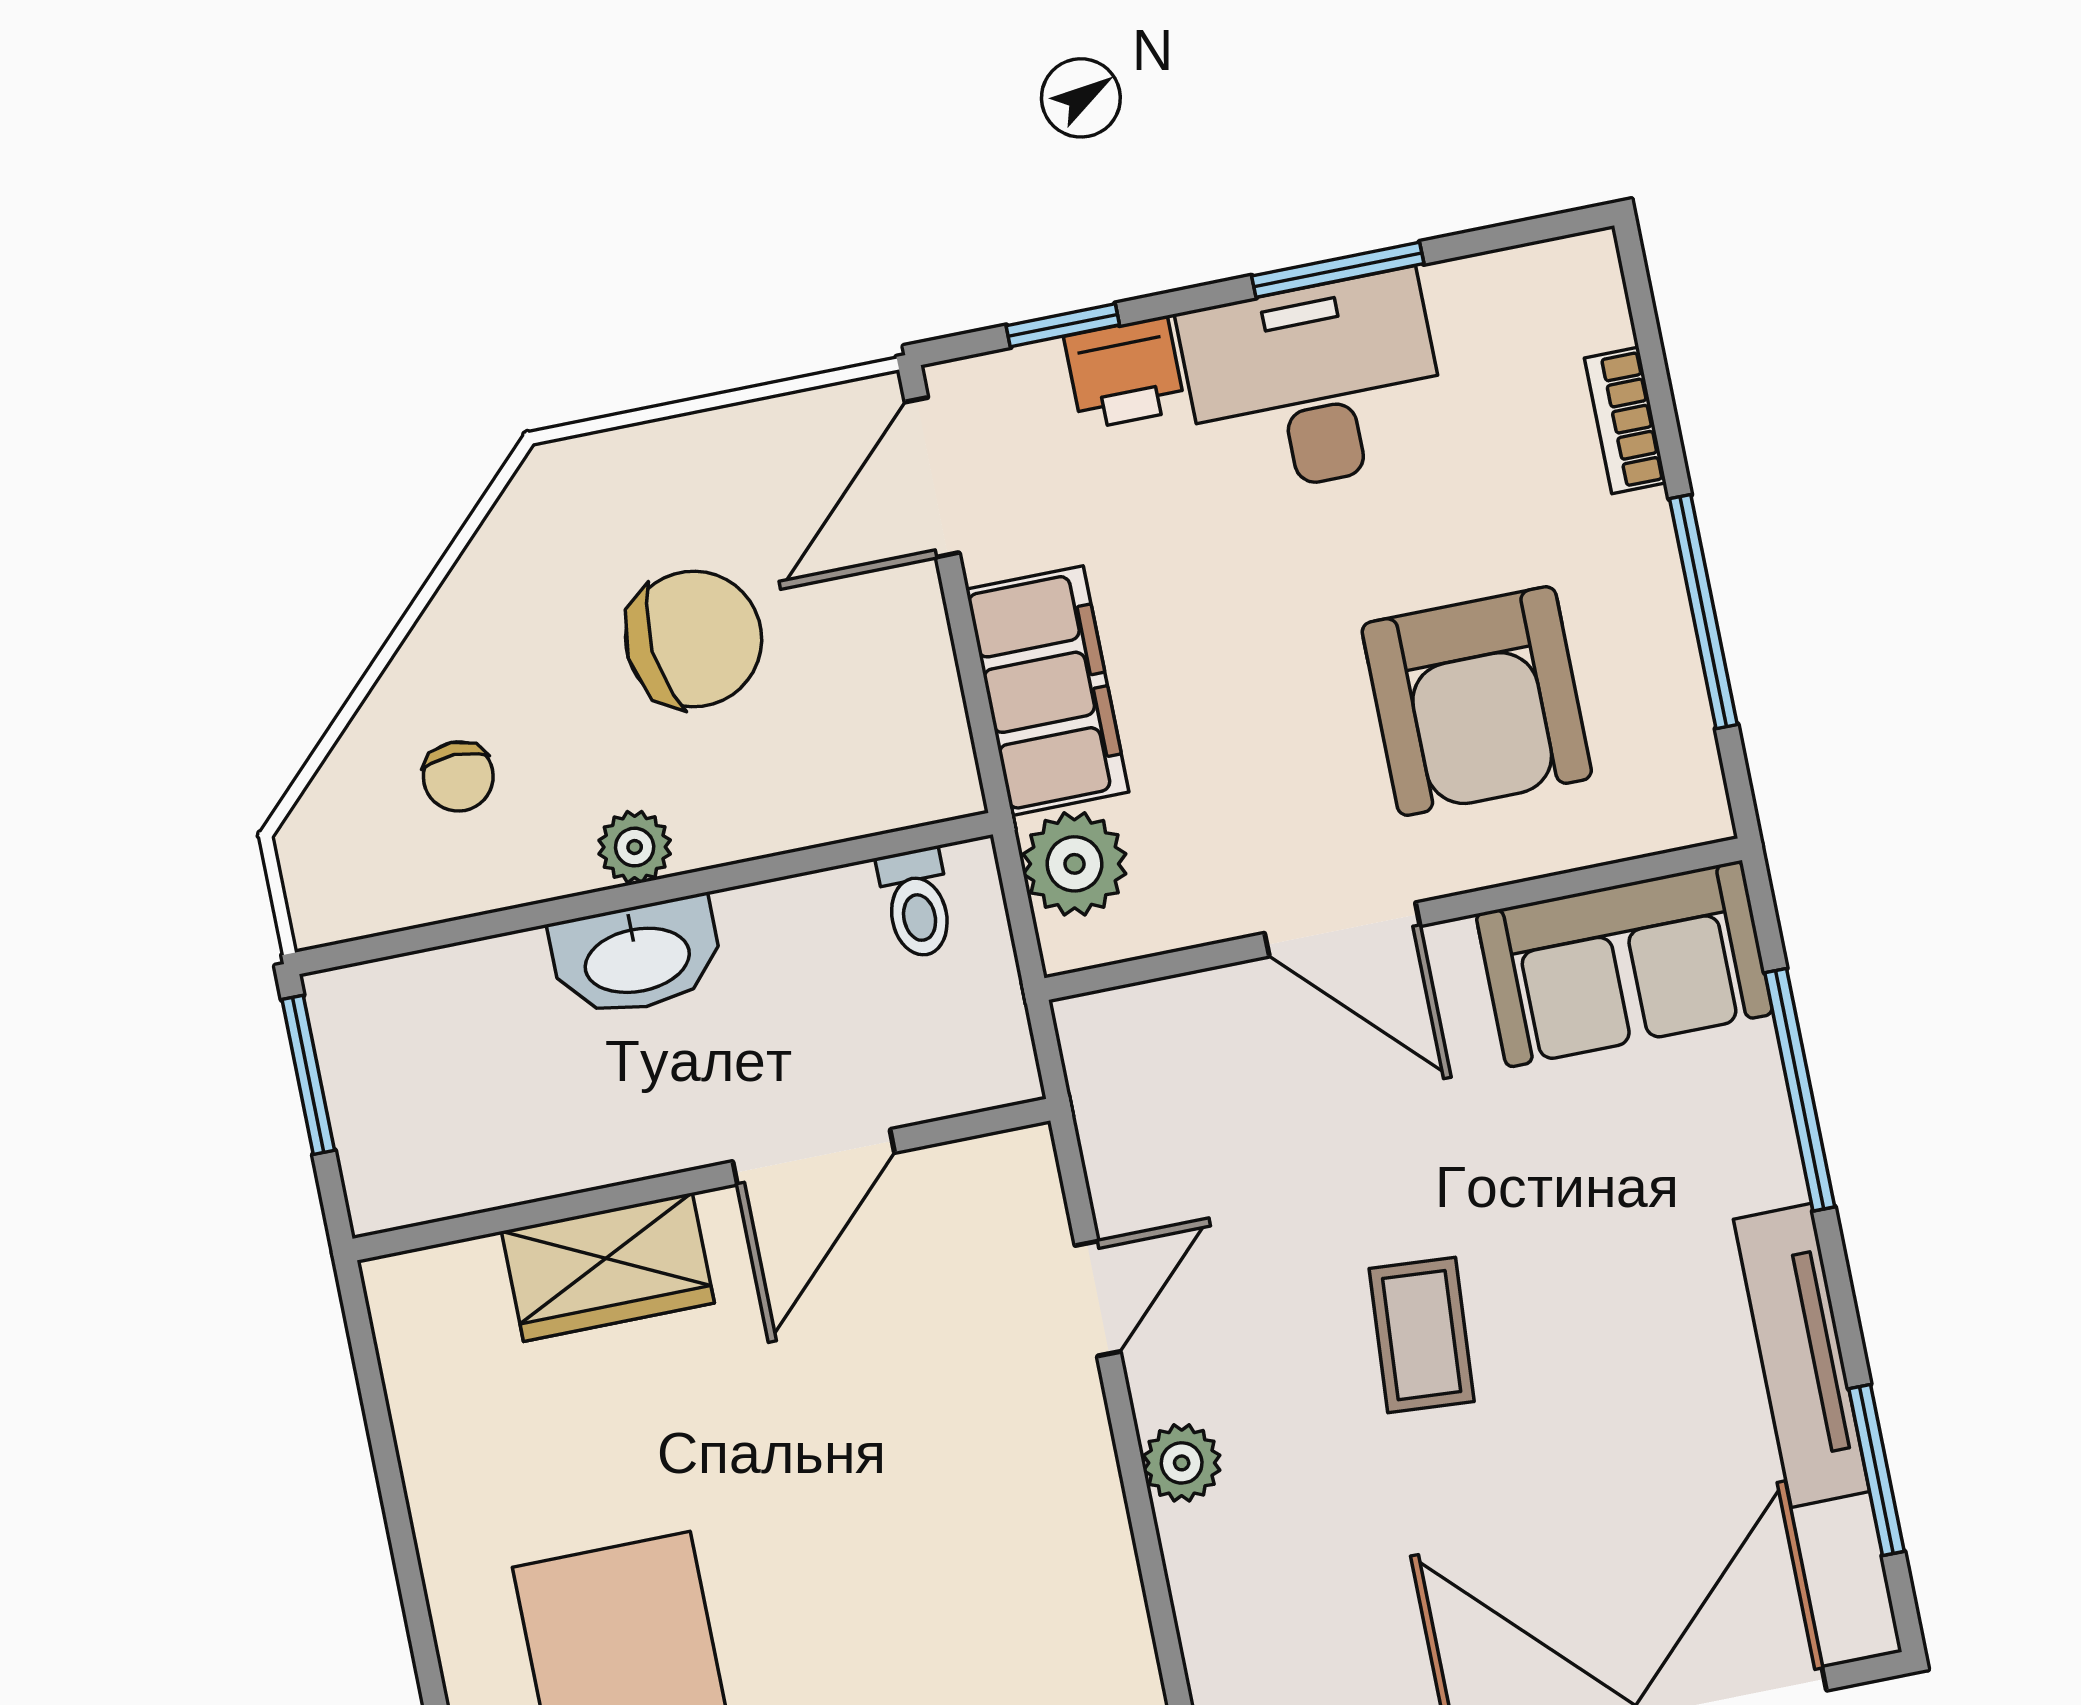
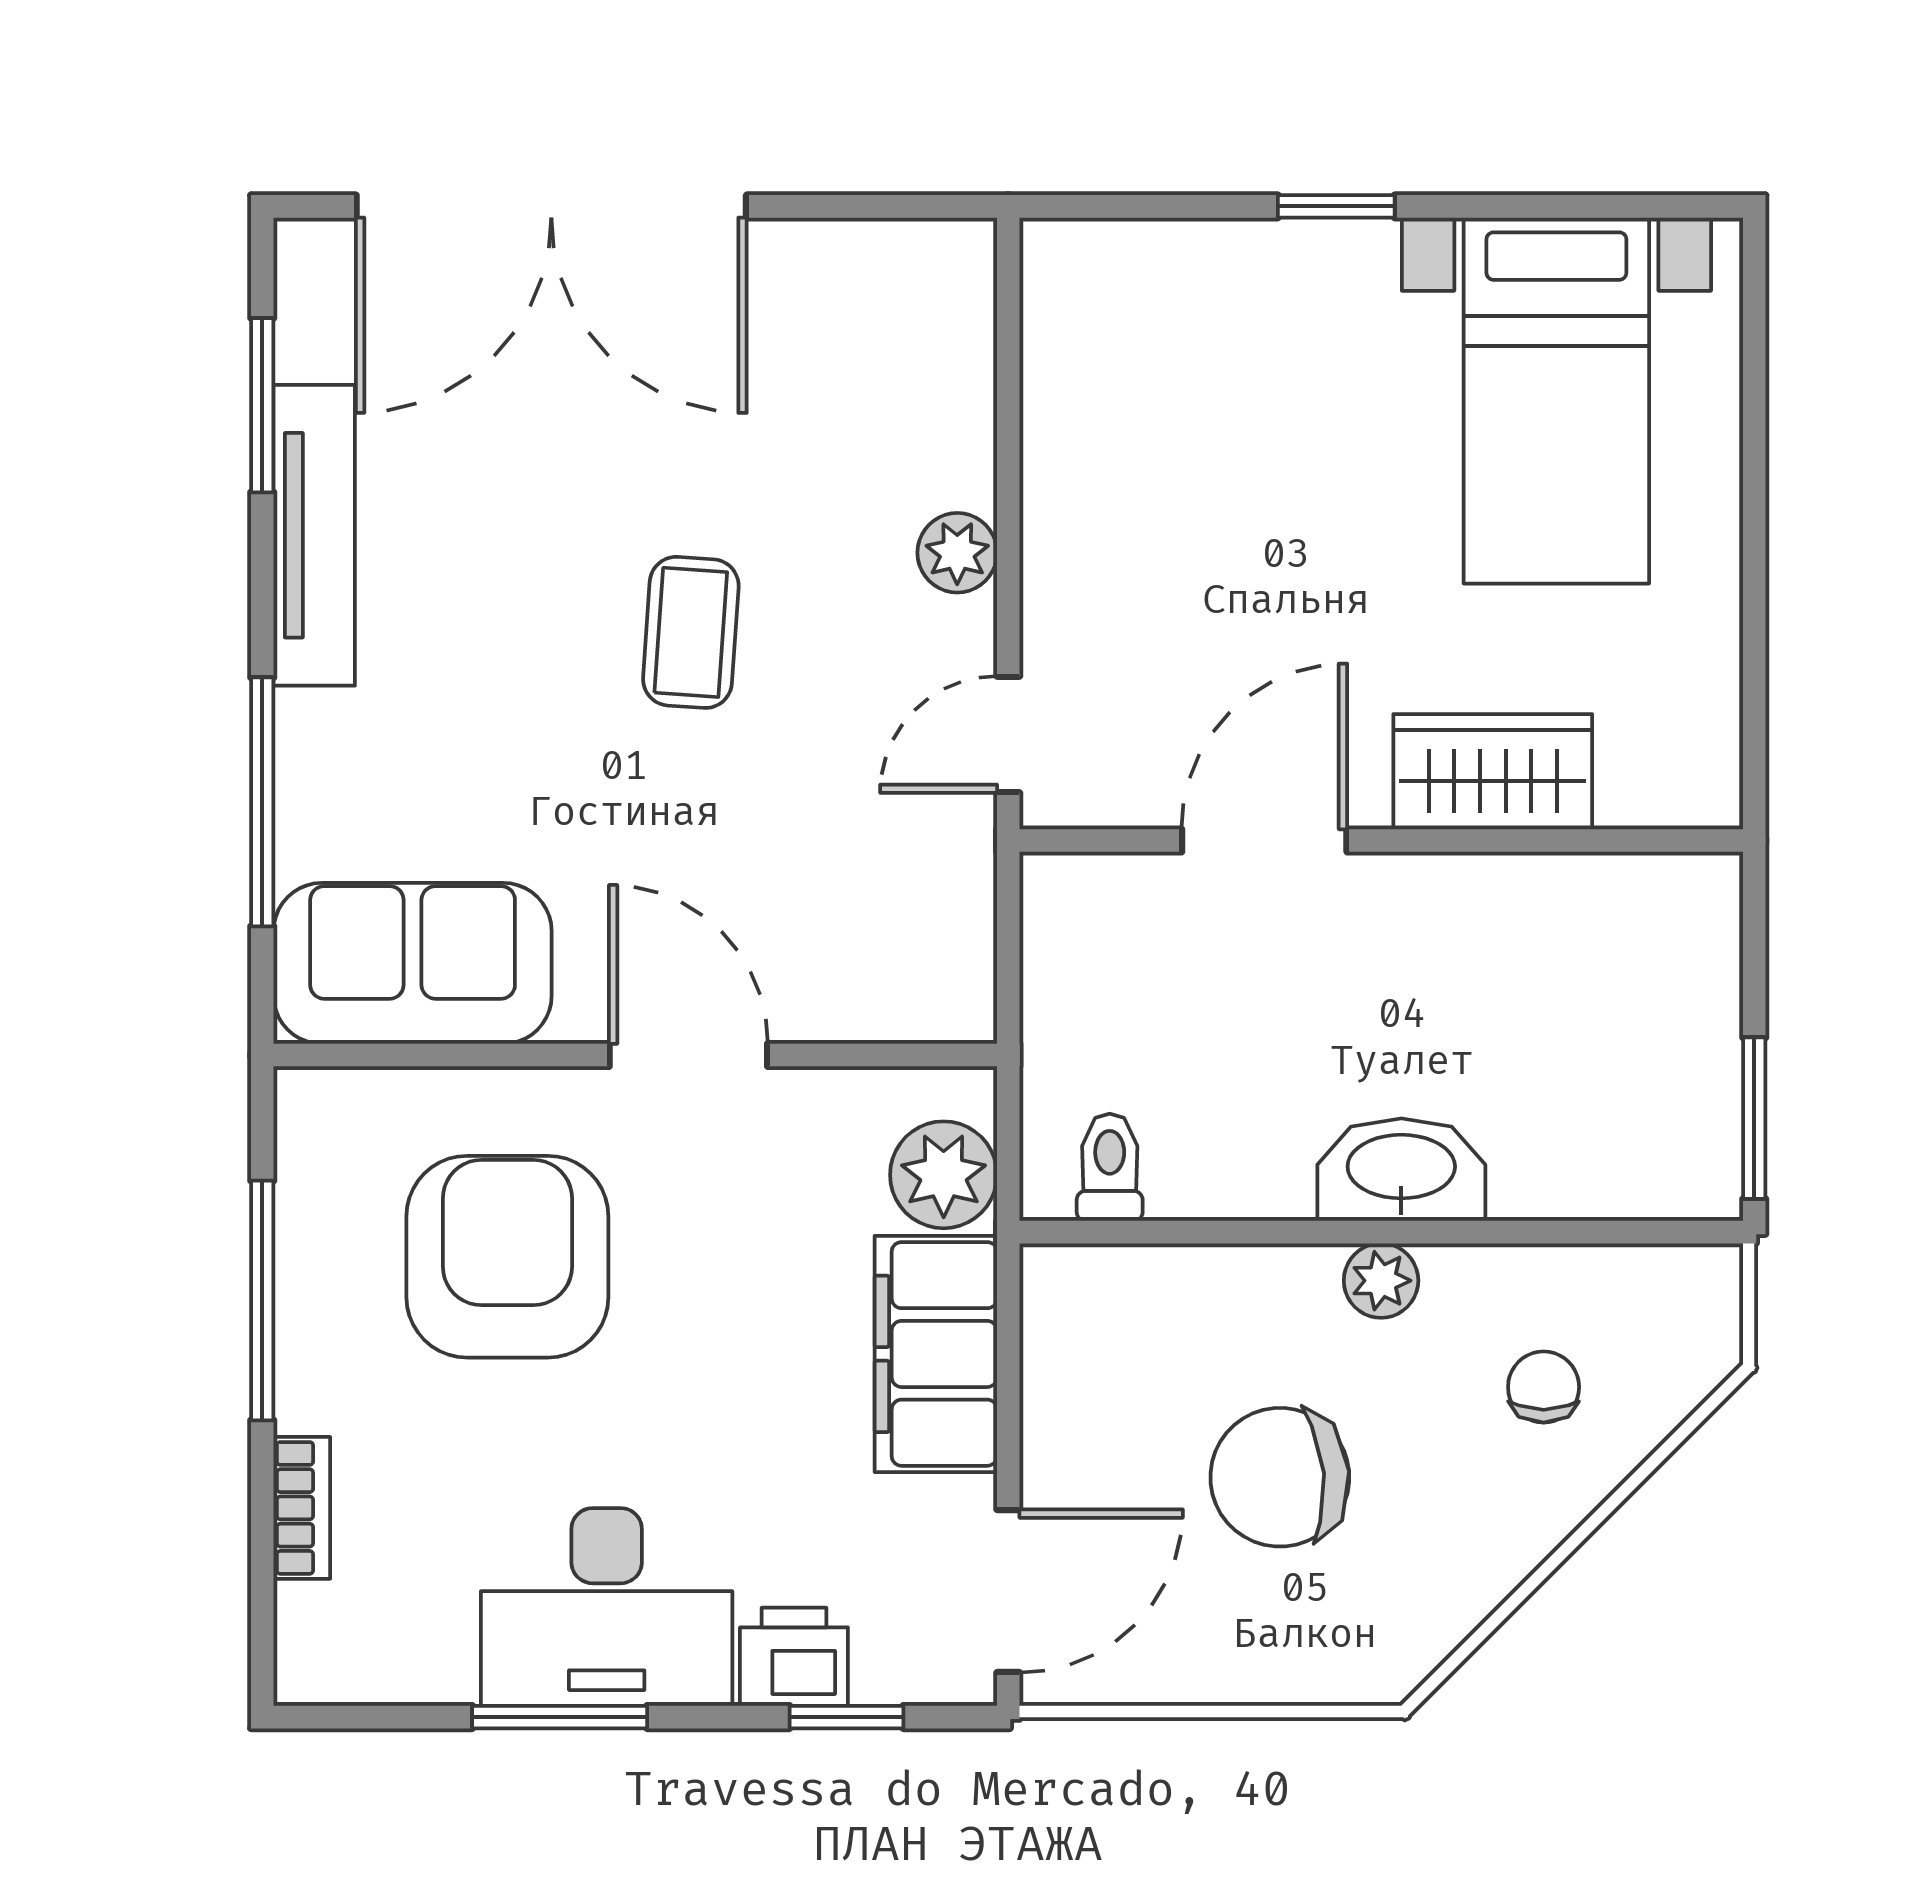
door: (814, 1157) -> (1264, 841), moved
wall: (701, 1180) -> (1381, 841), moved
wardrobe: (608, 1267) -> (1493, 772), moved

